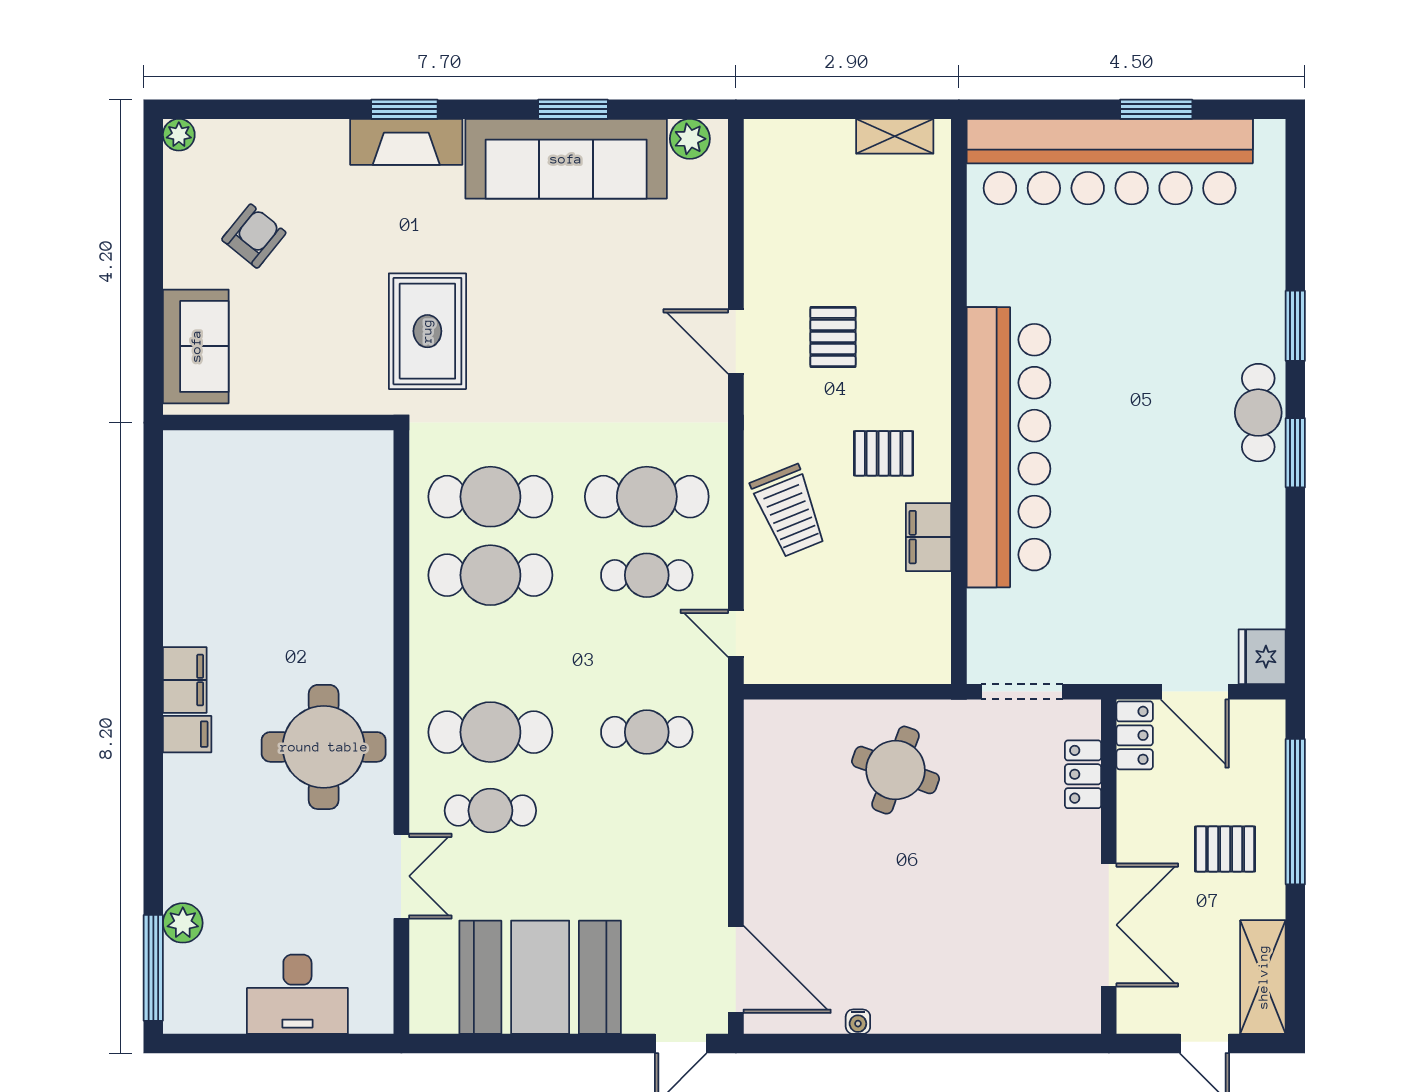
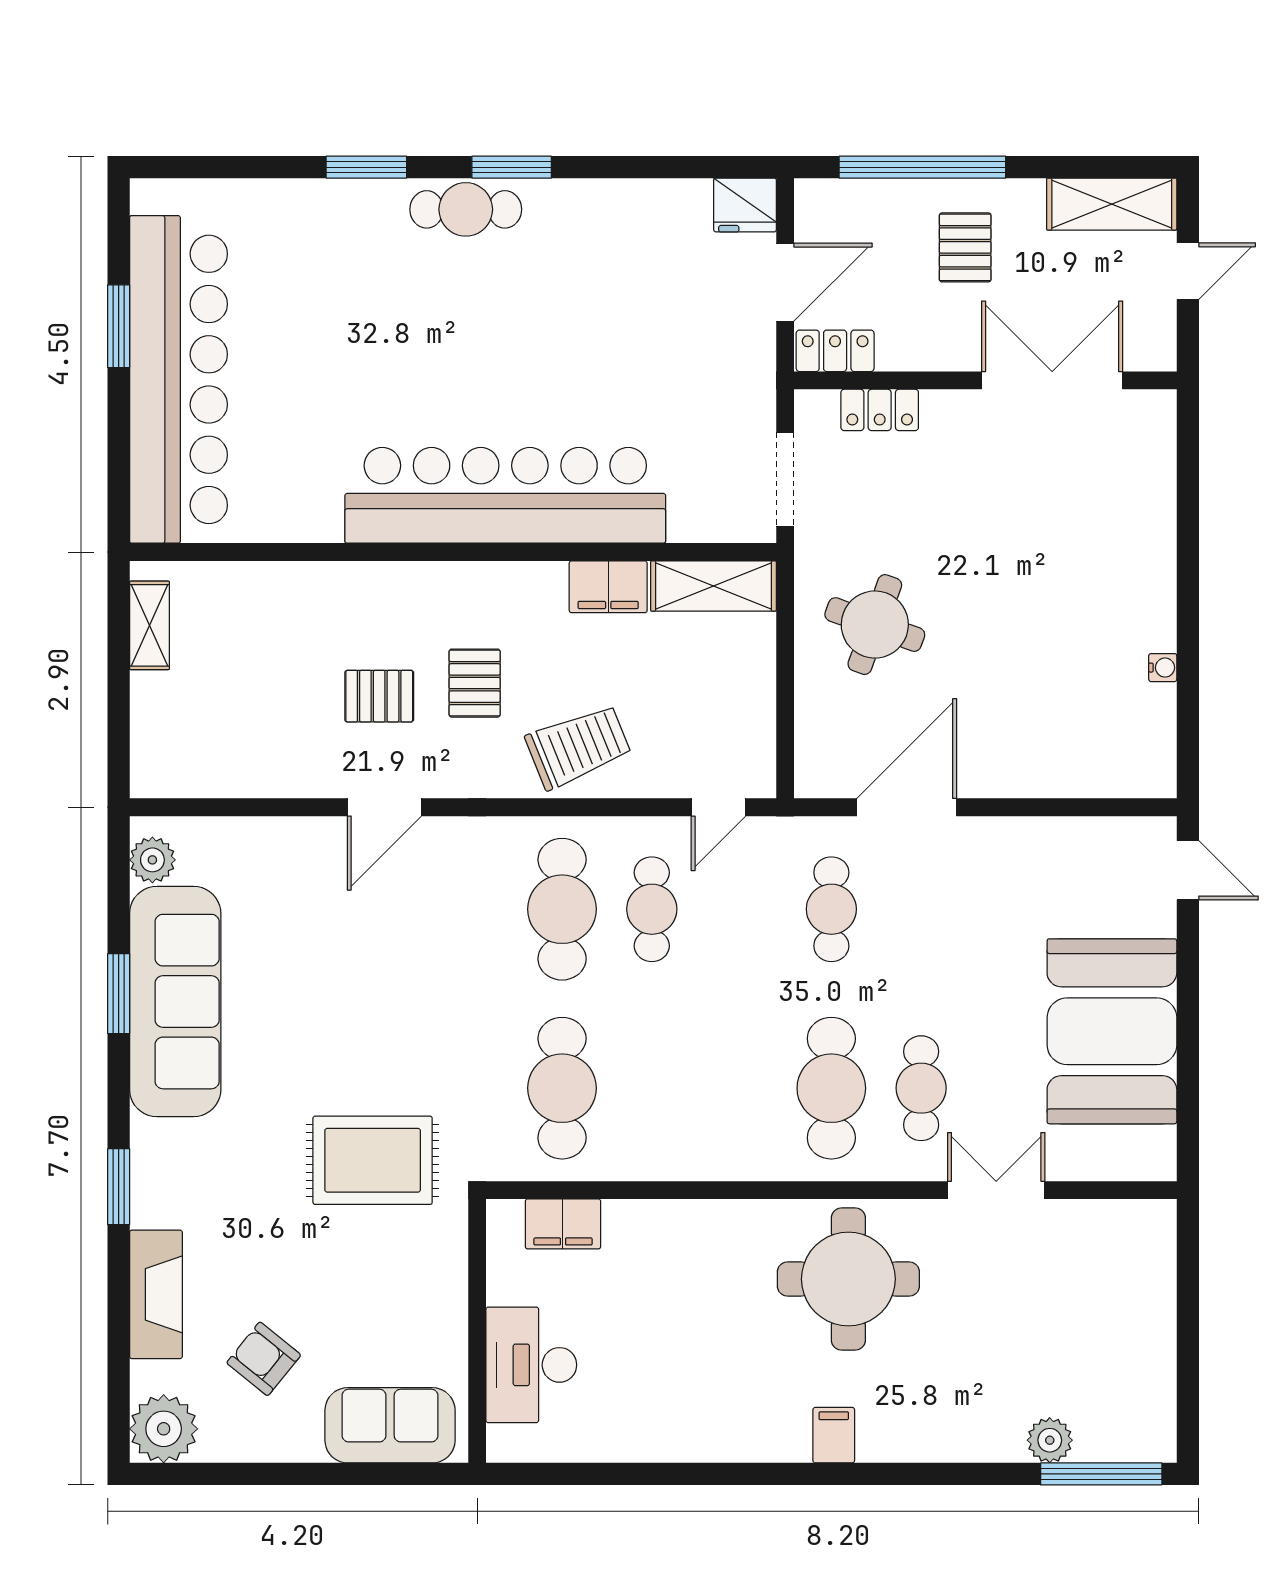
plant: (179, 135) -> (164, 1429), width x1.88, depth x1.88
fireplace: (406, 142) -> (156, 1294), moved
pallet: (884, 453) -> (475, 683), moved
cafe table: (490, 575) -> (652, 1088), removed
shelving: (929, 629) -> (713, 586), added
filing cabinet: (185, 680) -> (563, 1224), moved, turned 180
door: (736, 969) -> (907, 807), moved
desk: (297, 994) -> (531, 1365), moved, turned 180

